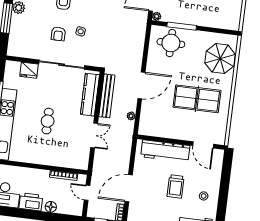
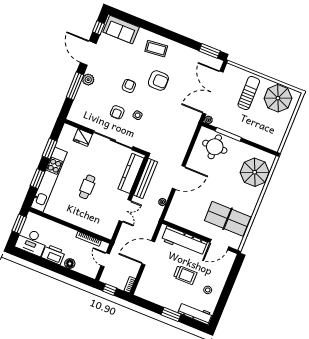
table tennis table: (197, 99) -> (228, 219), moved
door: (203, 145) -> (219, 245), hinge flipped
trolley: (176, 186) -> (185, 275), turned -90
door: (129, 188) -> (148, 253), moved

